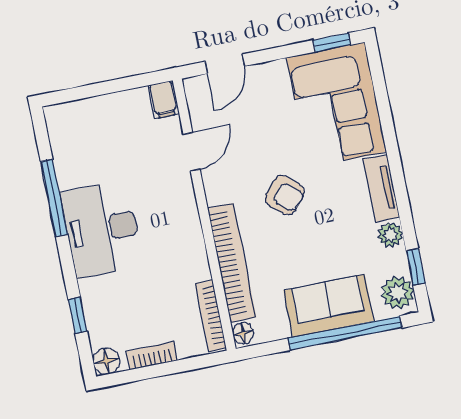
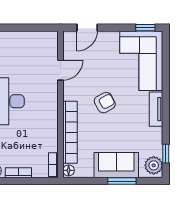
filing cabinet: (164, 100) -> (51, 40), removed
armchair: (285, 195) -> (105, 103), turned -69
plant: (390, 235) -> (156, 134), removed
bookcase: (211, 316) -> (53, 165), width x0.64
window: (345, 333) -> (122, 181), width x0.47

